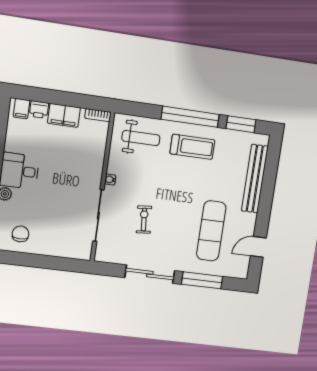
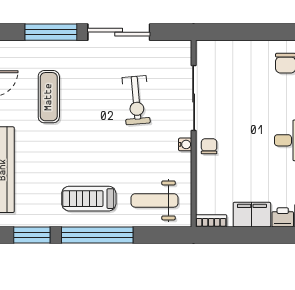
chair: (91, 175) -> (209, 146), added
exercise bike: (144, 220) -> (136, 100), width x1.38, depth x1.39
exercise mat: (211, 231) -> (49, 97), width x0.73, depth x0.69

